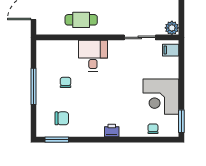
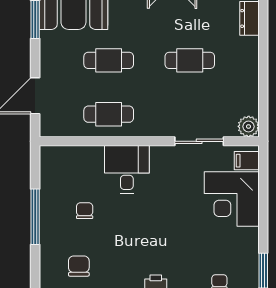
corner desk: (161, 97) -> (232, 199), moved
chair: (62, 118) -> (79, 266), turned -90

